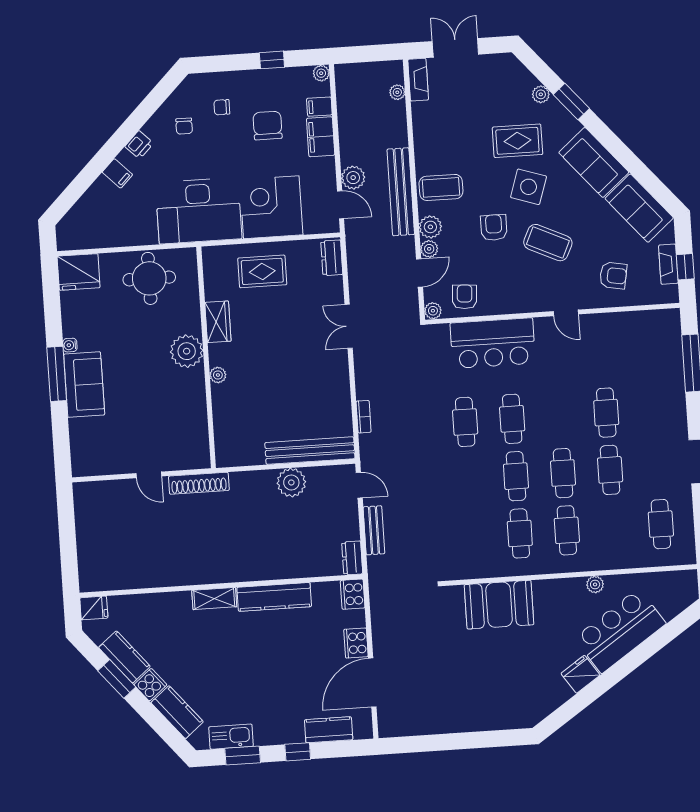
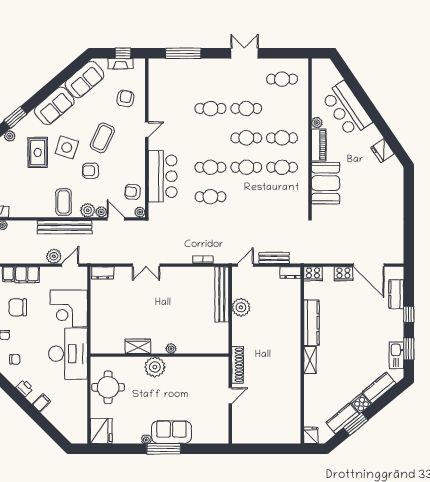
rug: (262, 271) -> (108, 317), removed
piano: (559, 590) -> (319, 145), added
fridge: (581, 674) -> (383, 151), moved

